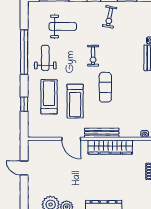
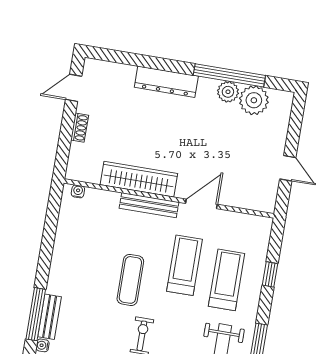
treadmill: (49, 97) -> (227, 280), turned 180
door: (71, 139) -> (201, 204), hinge flipped

